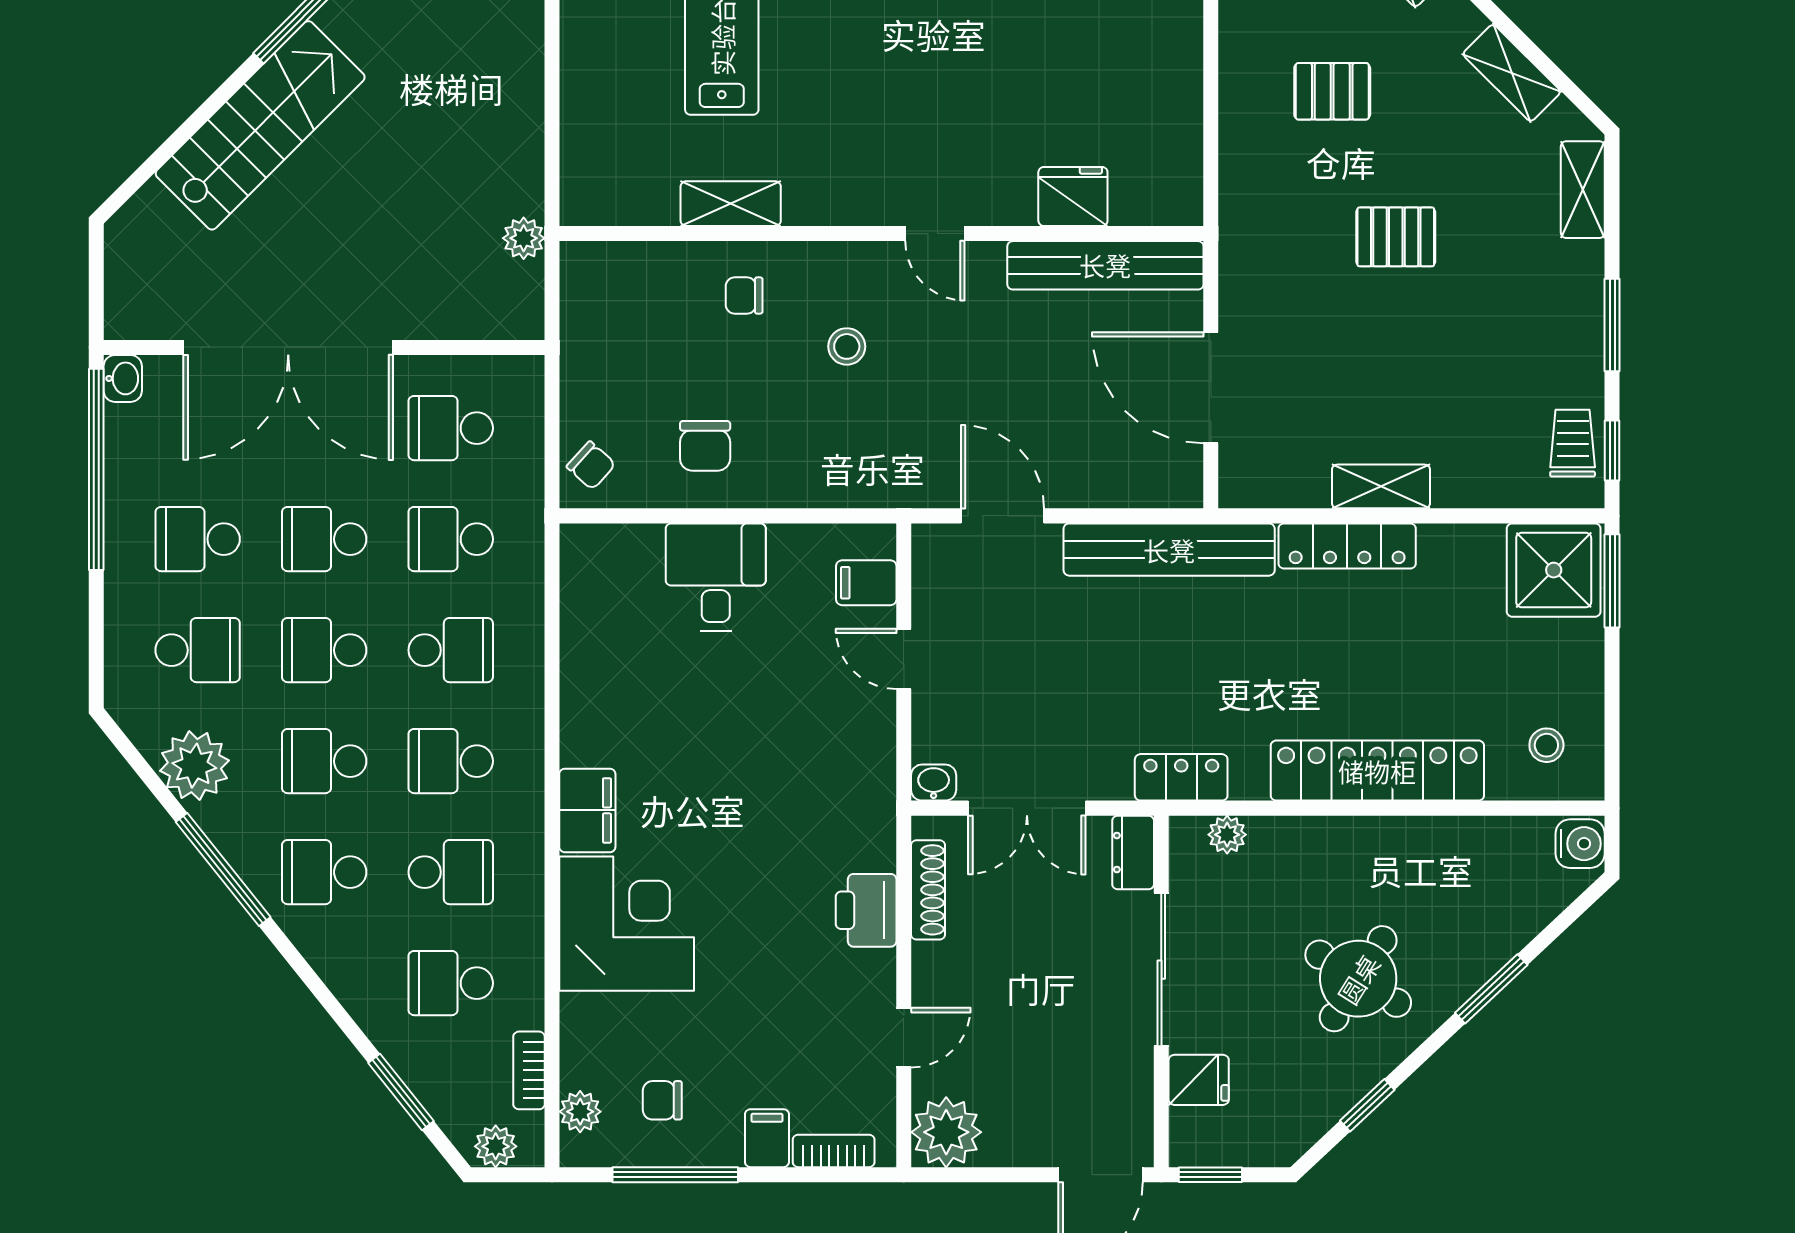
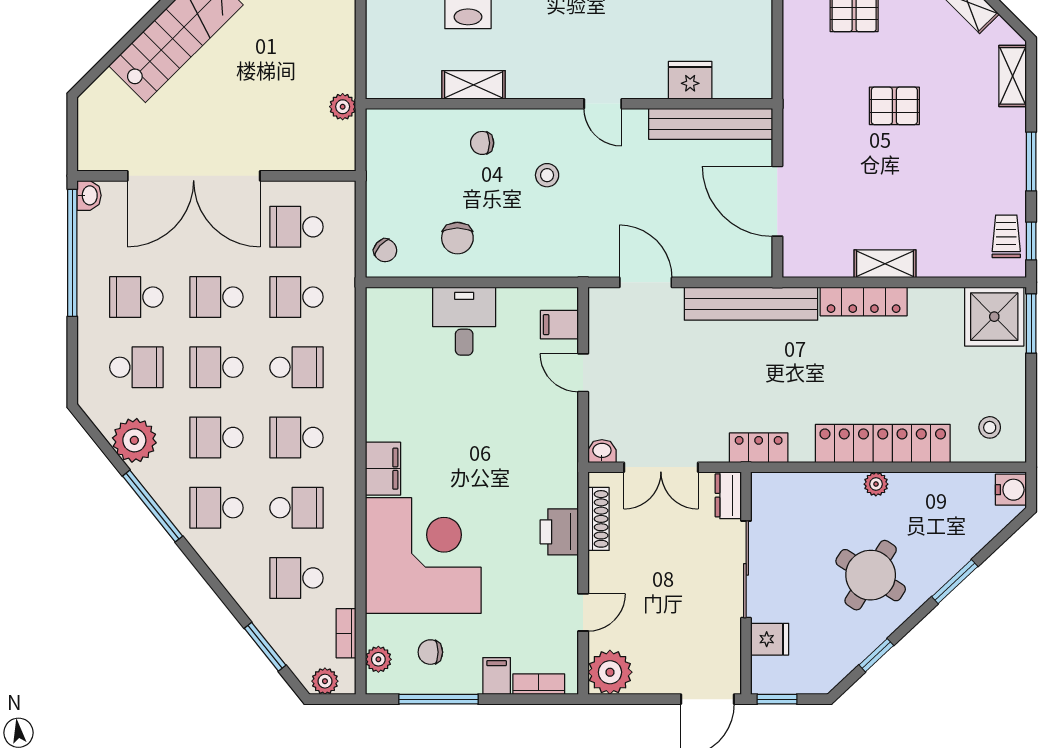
plant: (1227, 835) -> (876, 484), moved
corner desk: (627, 924) -> (423, 556), width x1.36, depth x1.36

